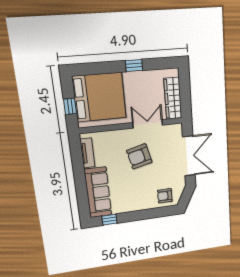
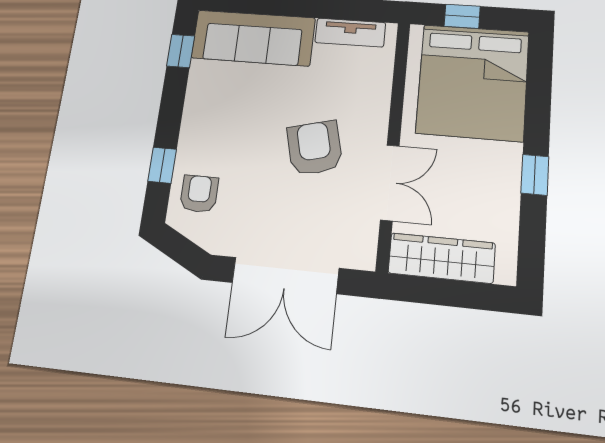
window: (157, 213) -> (162, 165), added

